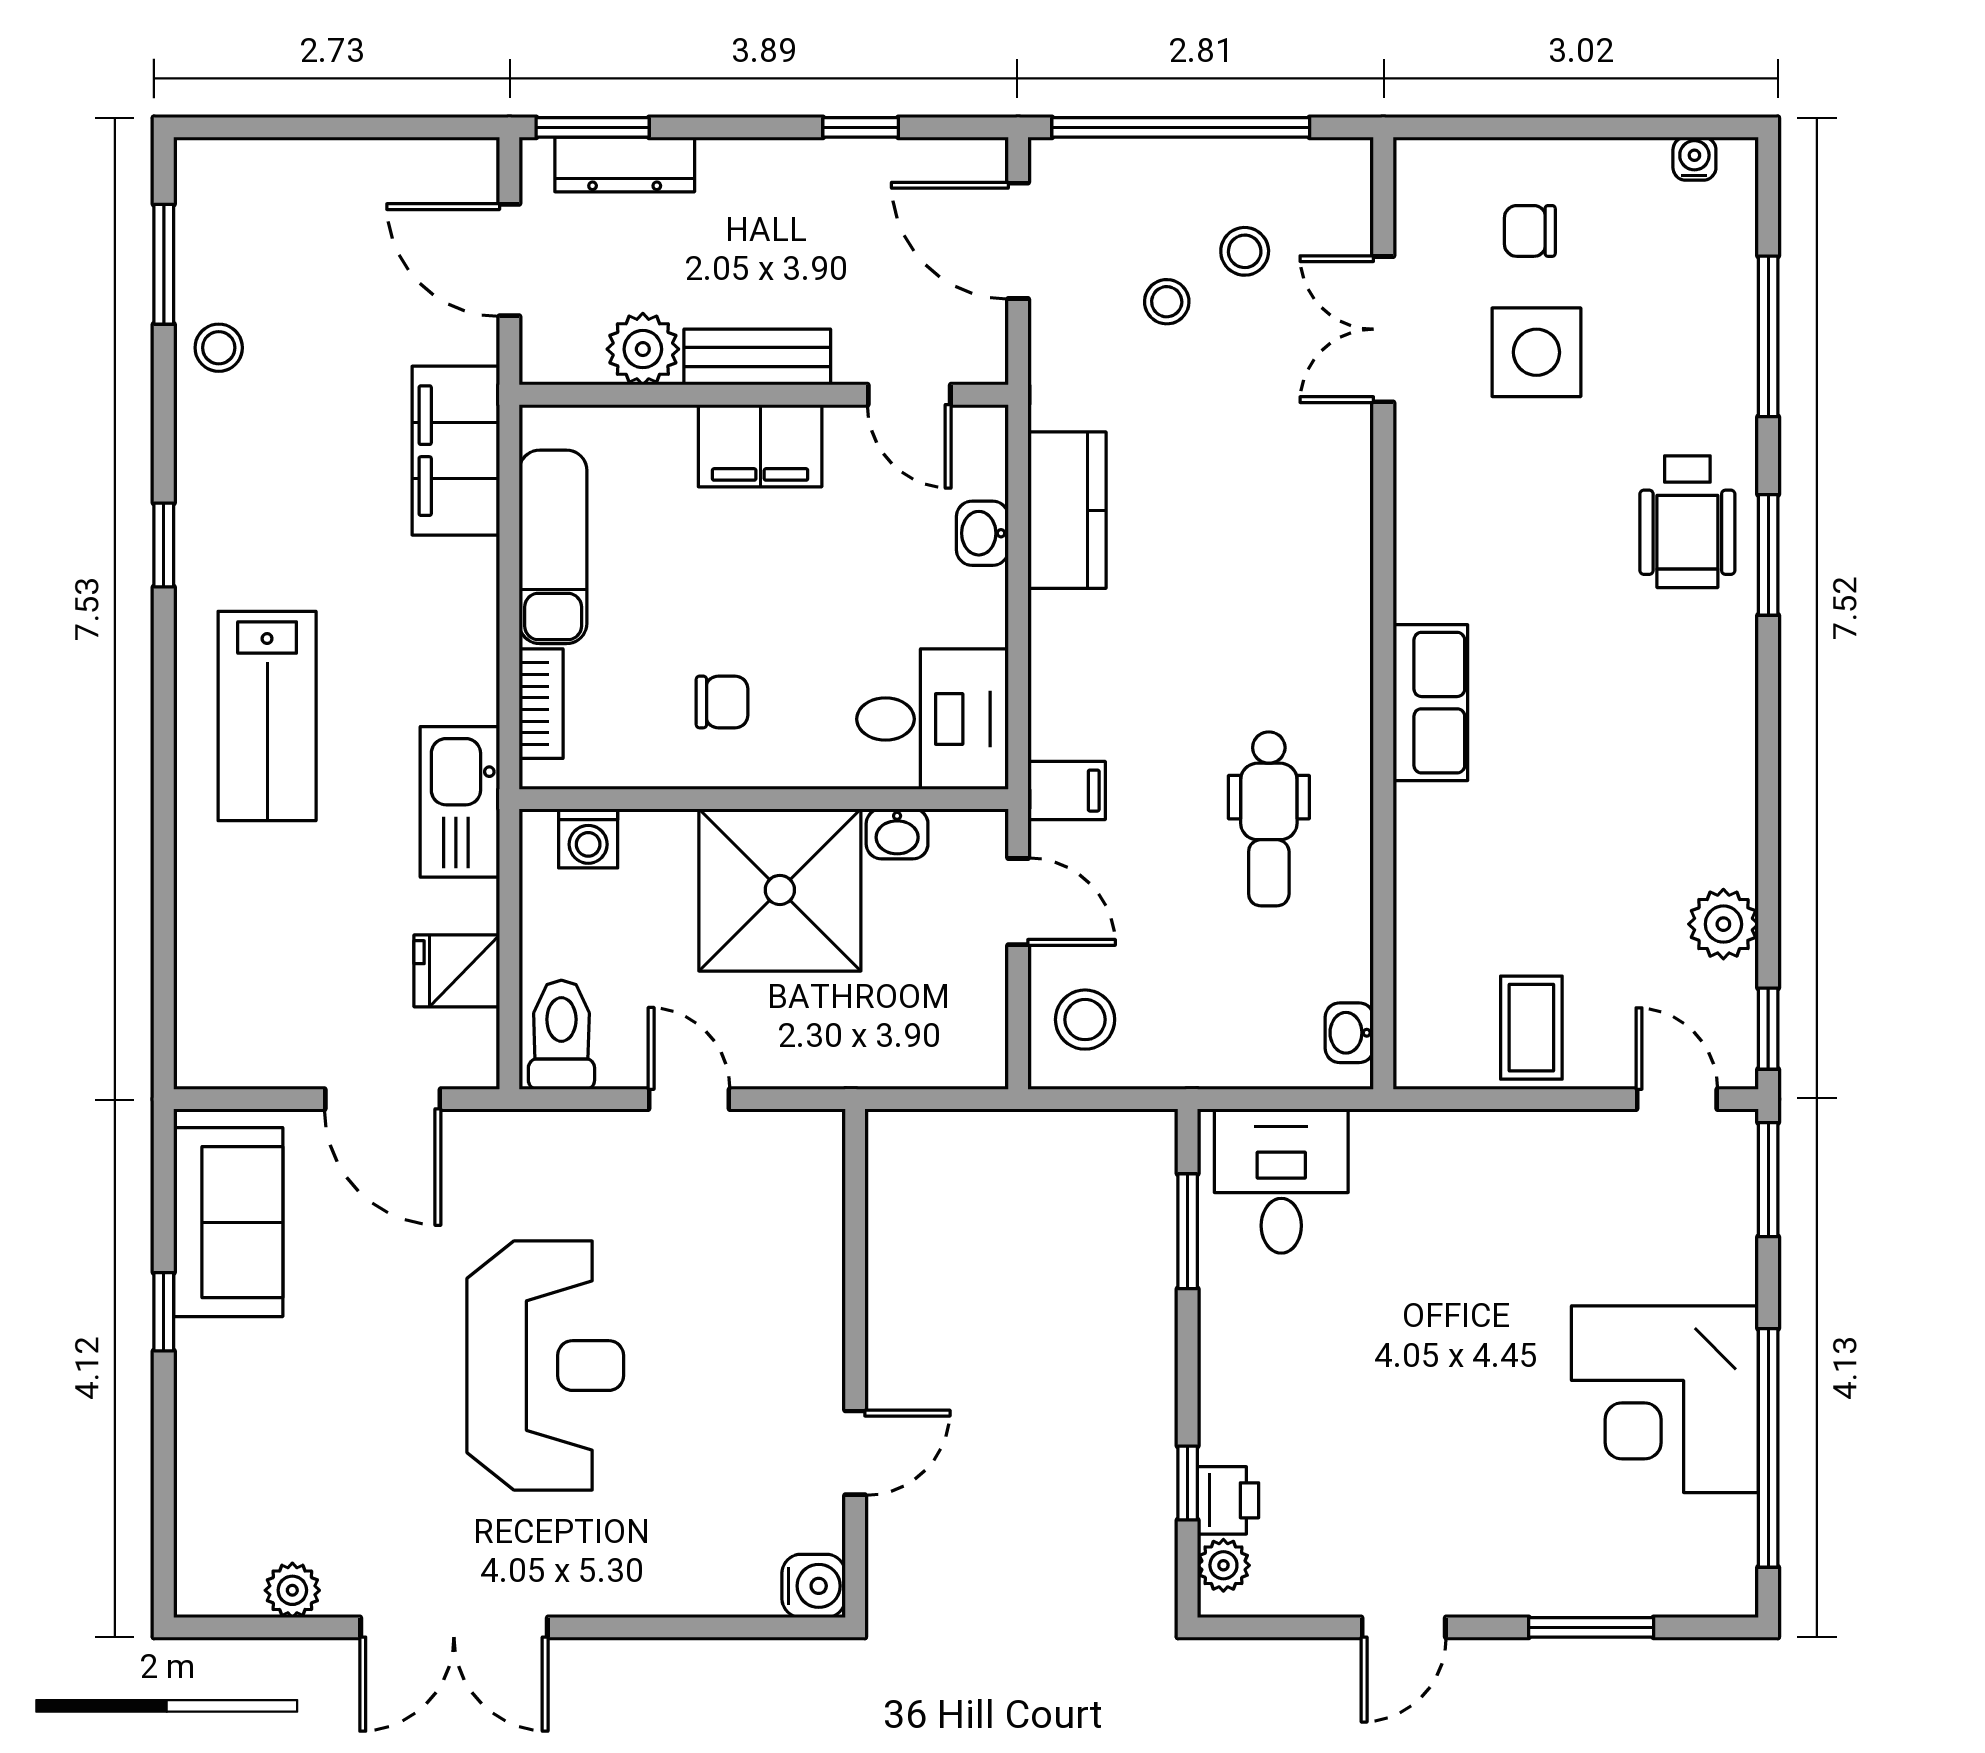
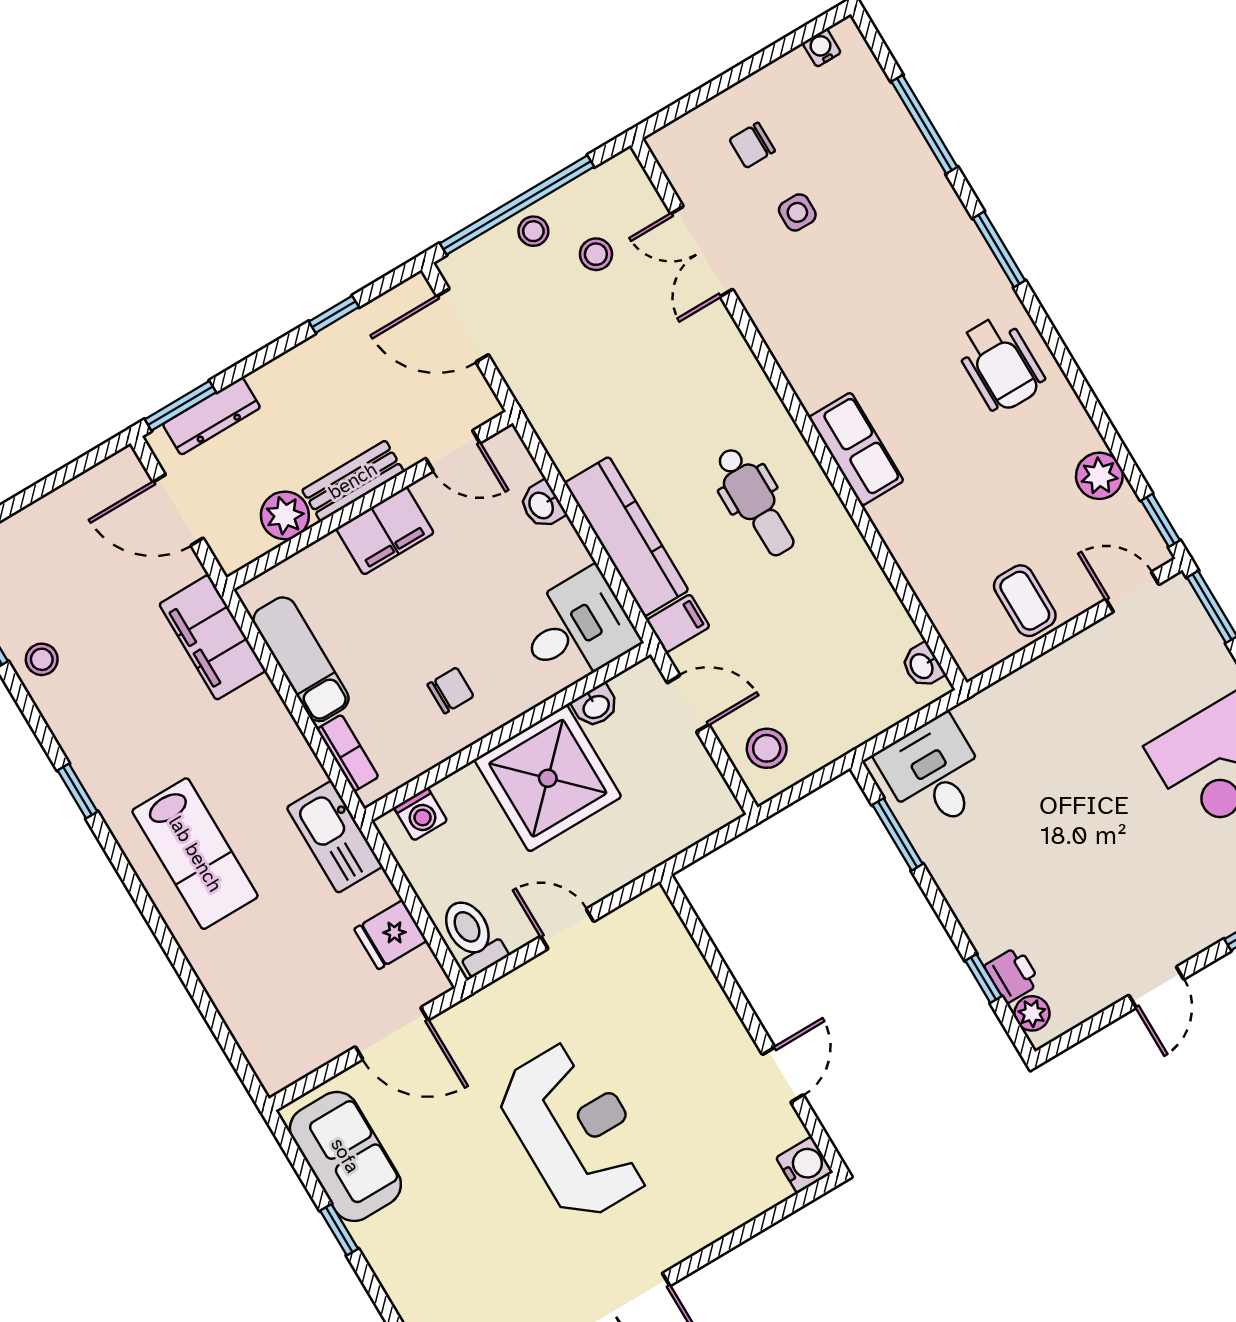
stool: (1167, 302) -> (533, 231), moved
side table: (1536, 352) -> (797, 212), width x0.54, depth x0.54
kitchen counter: (1067, 510) -> (626, 537), moved, width x1.50
wheelchair: (1687, 522) -> (1000, 364), moved
dental chair: (1269, 819) -> (755, 502), moved

